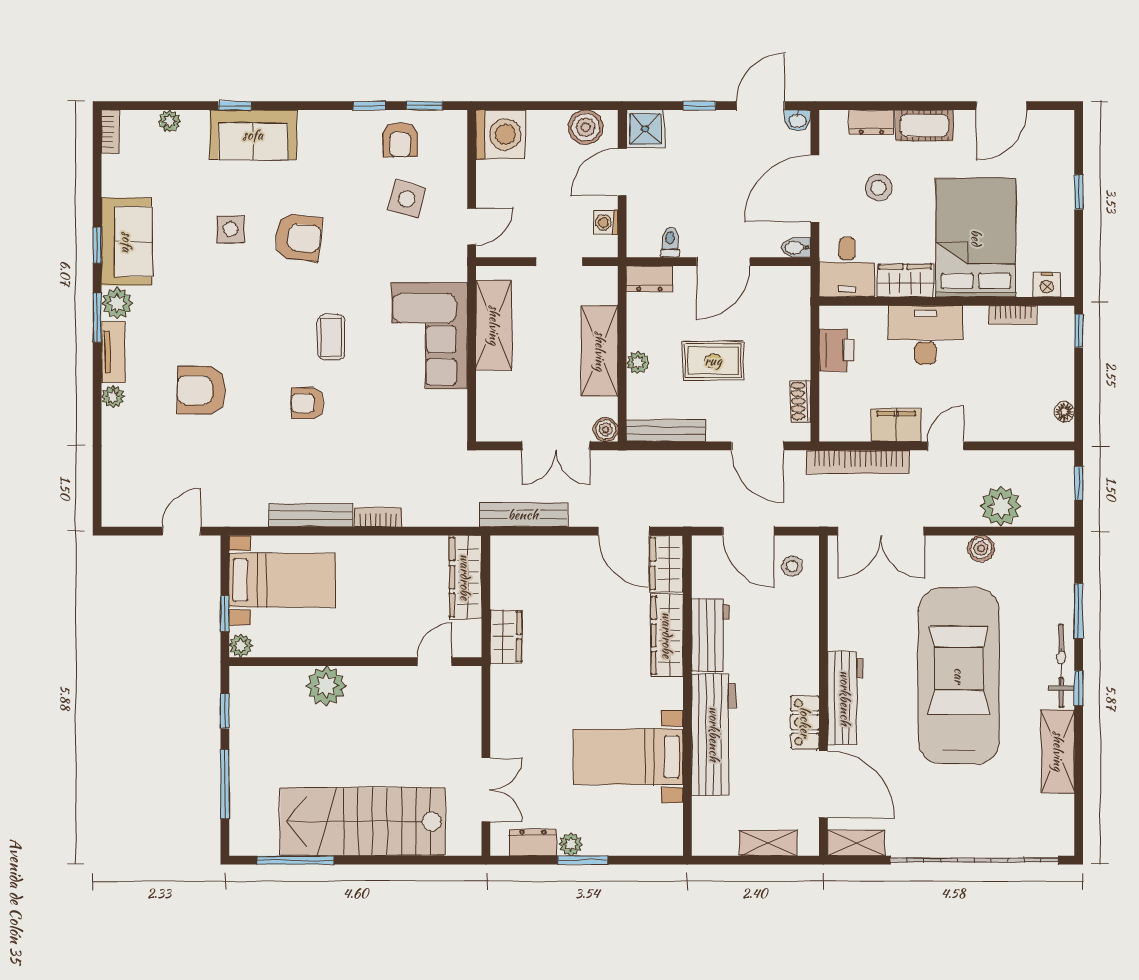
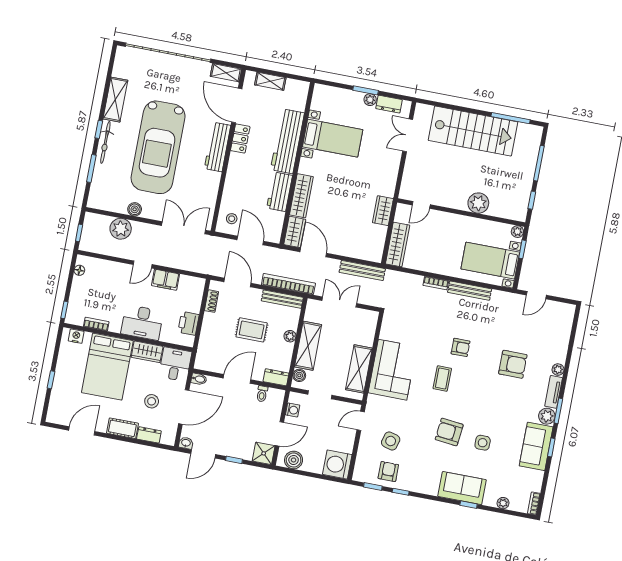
boiler: (606, 430) -> (299, 375), moved
bookcase: (858, 462) -> (288, 284), moved

